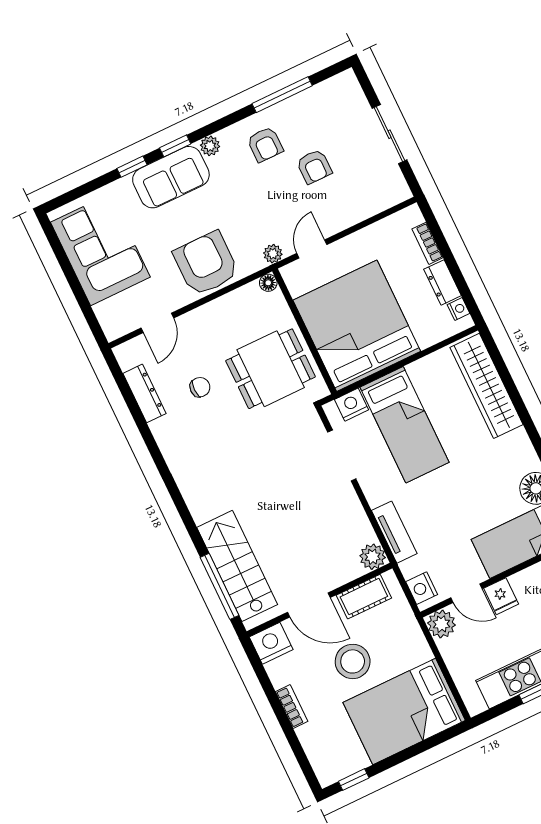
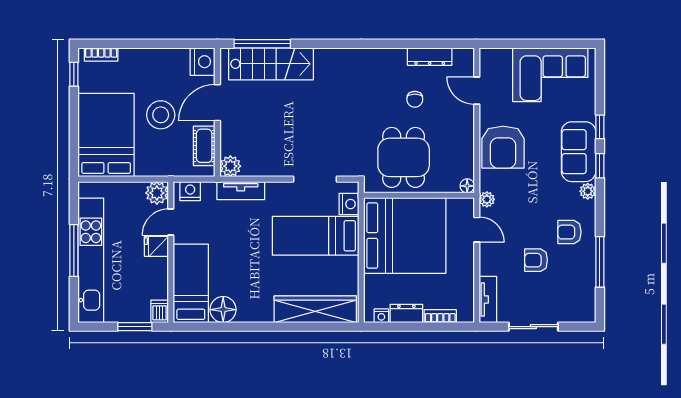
tv unit: (384, 199) -> (488, 299), added
armchair: (206, 264) -> (503, 147), turned 90
bookcase: (292, 706) -> (101, 54), moved

